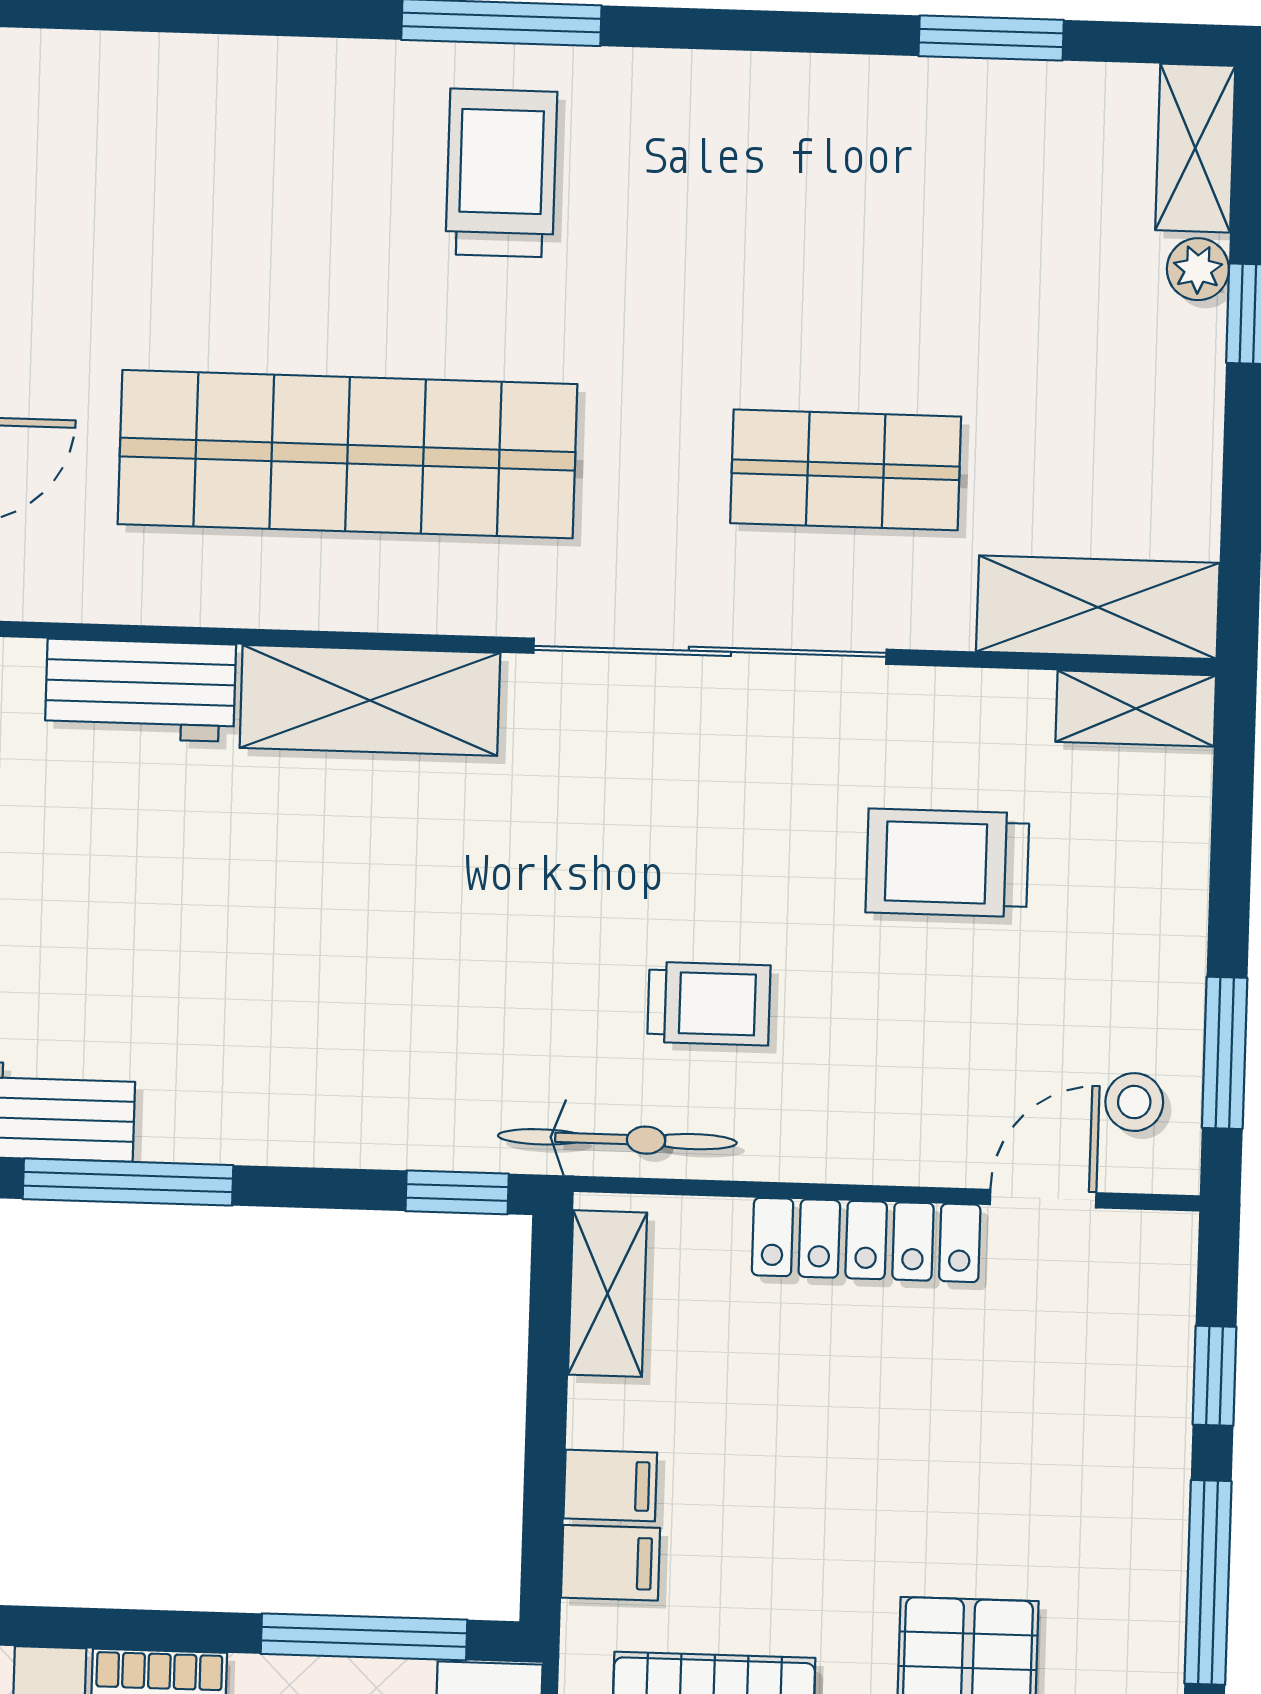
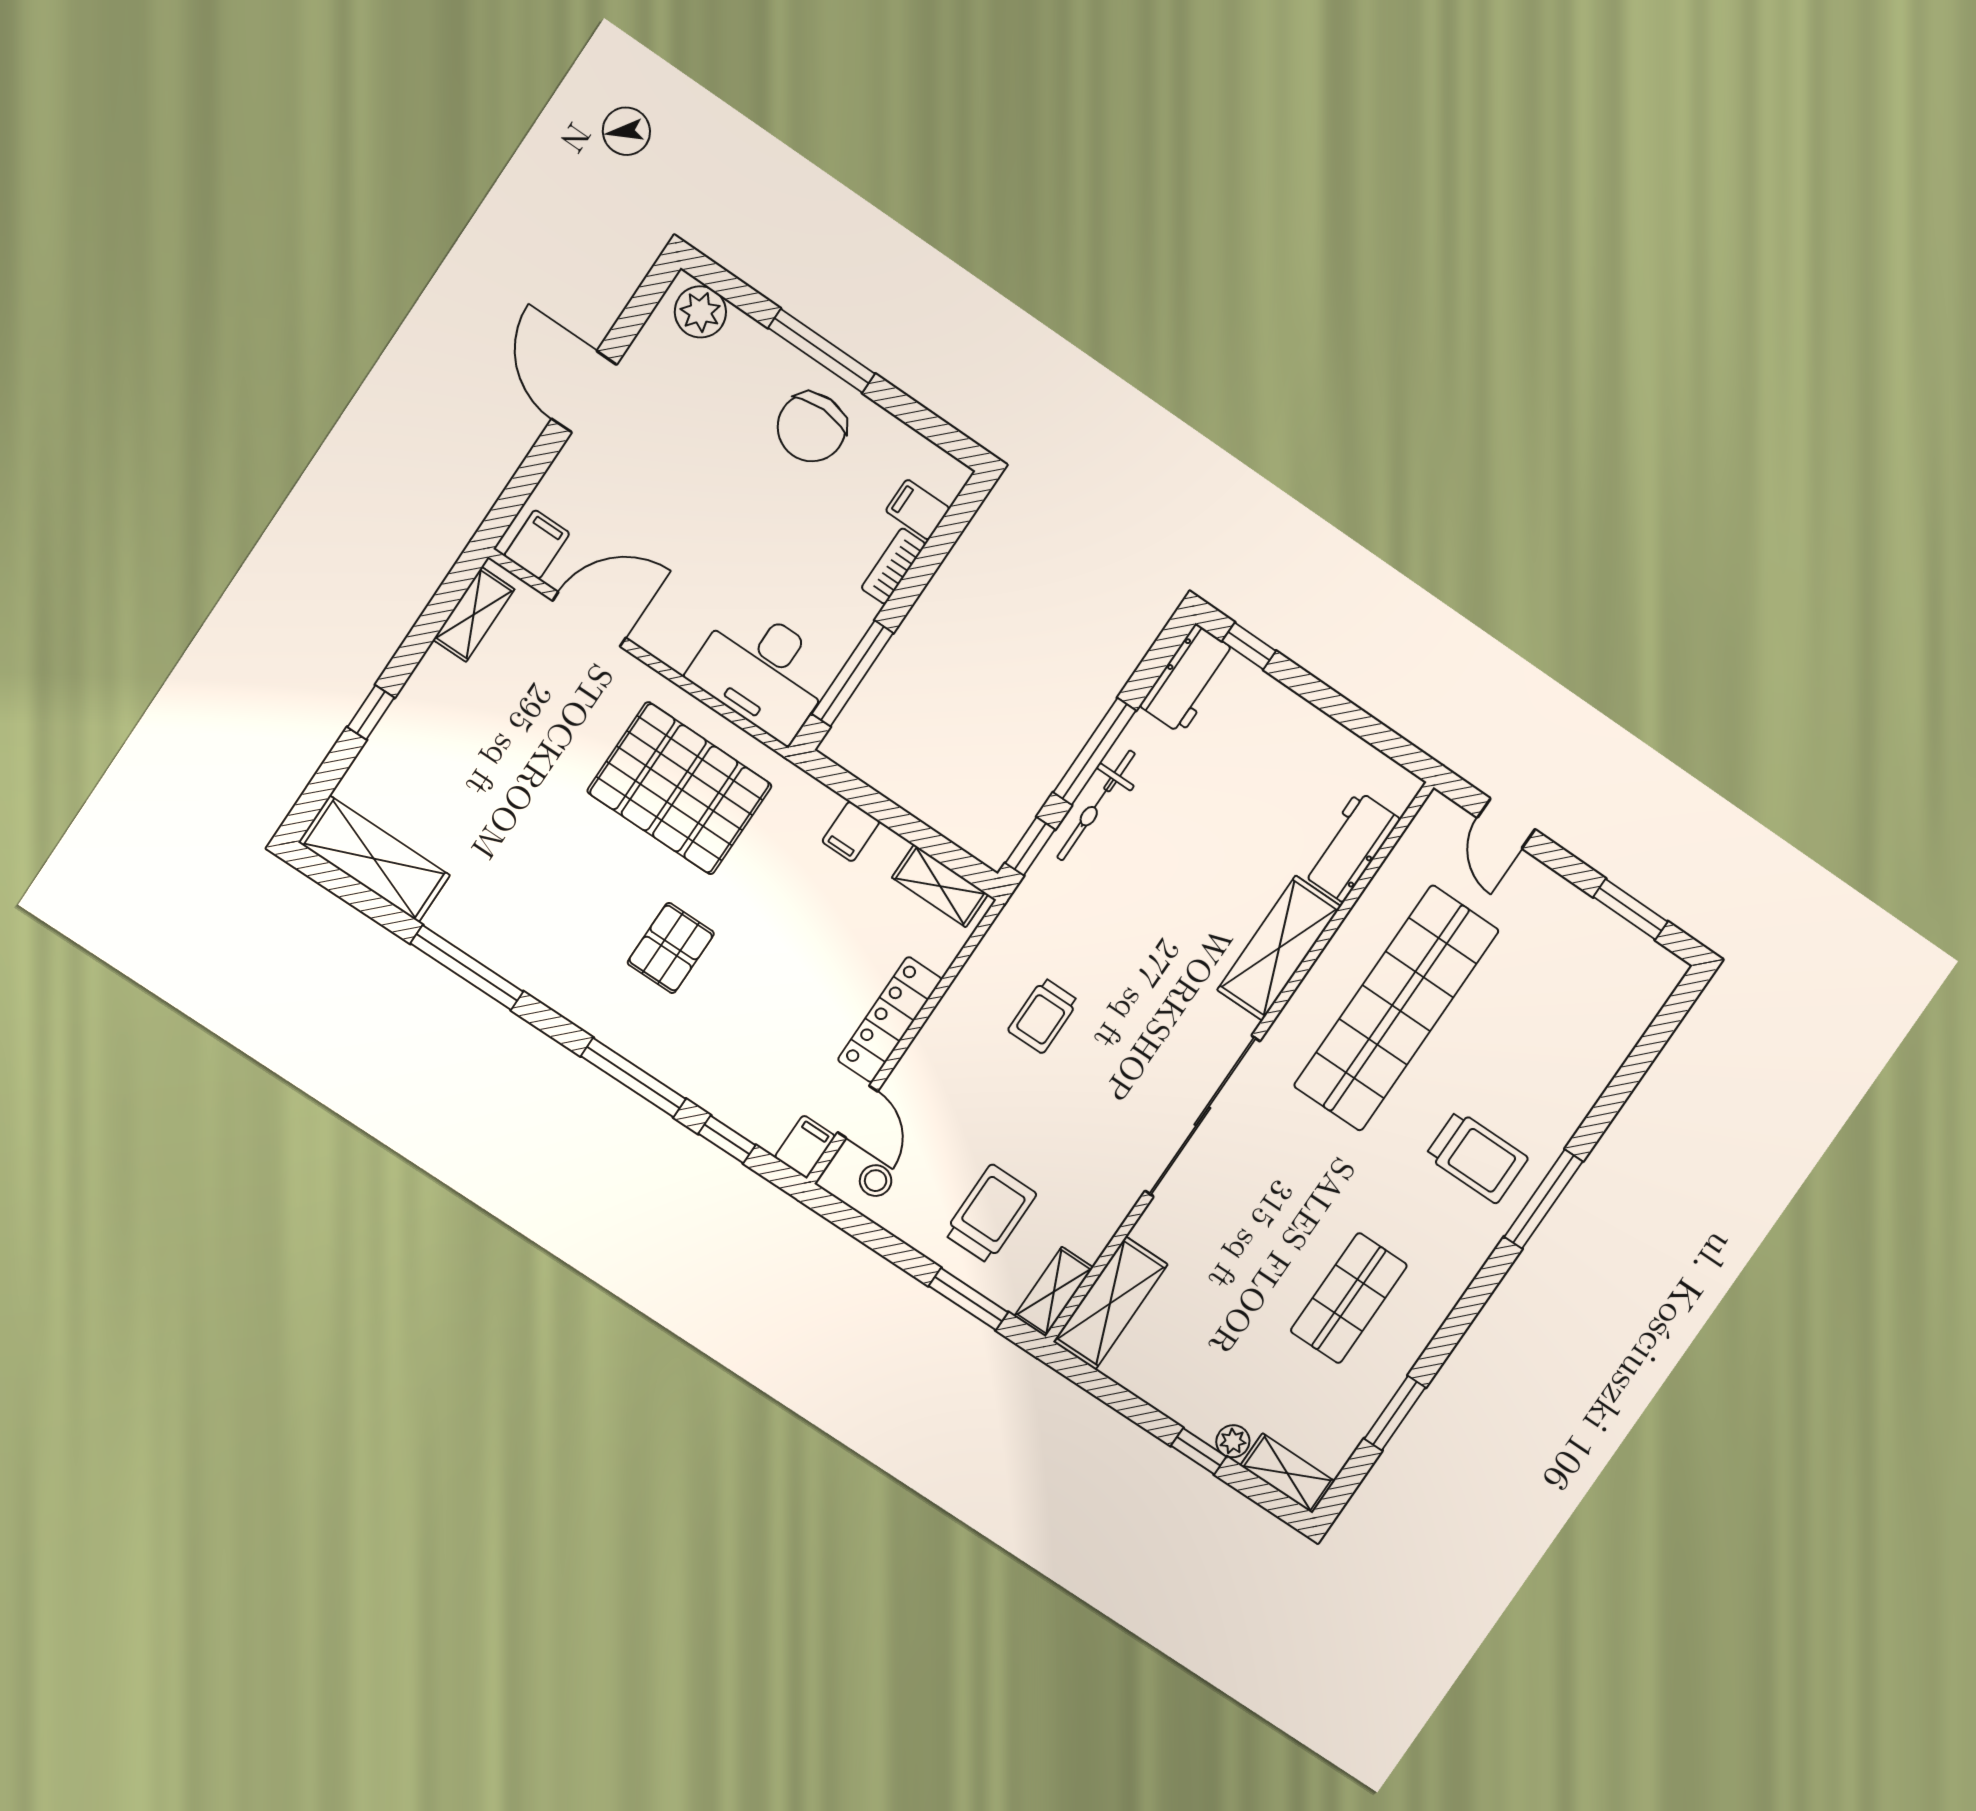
shop shelf: (846, 470) -> (1349, 1298), moved
trolley: (947, 863) -> (990, 1214), moved
window: (1225, 1053) -> (968, 1299), moved
bicycle: (617, 1139) -> (1096, 805), moved
window: (128, 1182) -> (1095, 751), moved
filing cabinet: (610, 1563) -> (805, 1147), moved, turned 180

